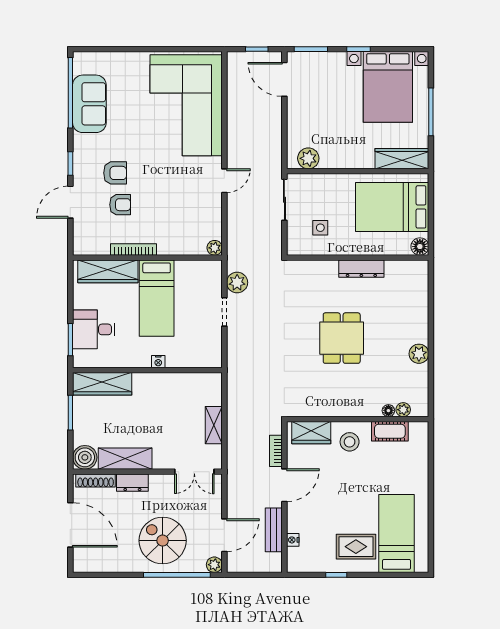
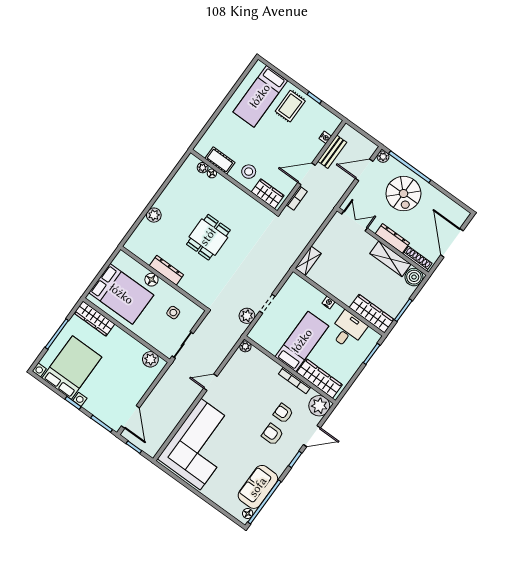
floor lamp: (80, 67) -> (248, 513), added
plant: (87, 241) -> (319, 406), added
floor lamp: (420, 247) -> (151, 280), moved
desk: (94, 329) -> (348, 330), moved, turned -90
plant: (419, 354) -> (154, 215), moved
shelving: (214, 425) -> (308, 261), moved
dresser: (132, 483) -> (392, 238), width x1.44
rug: (356, 547) -> (290, 106), turned 90

